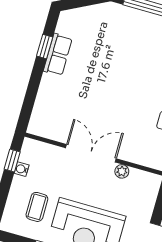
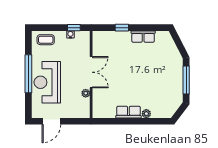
window: (45, 47) -> (122, 28), moved
coffee table: (37, 207) -> (46, 40), moved

